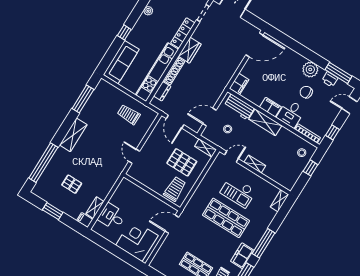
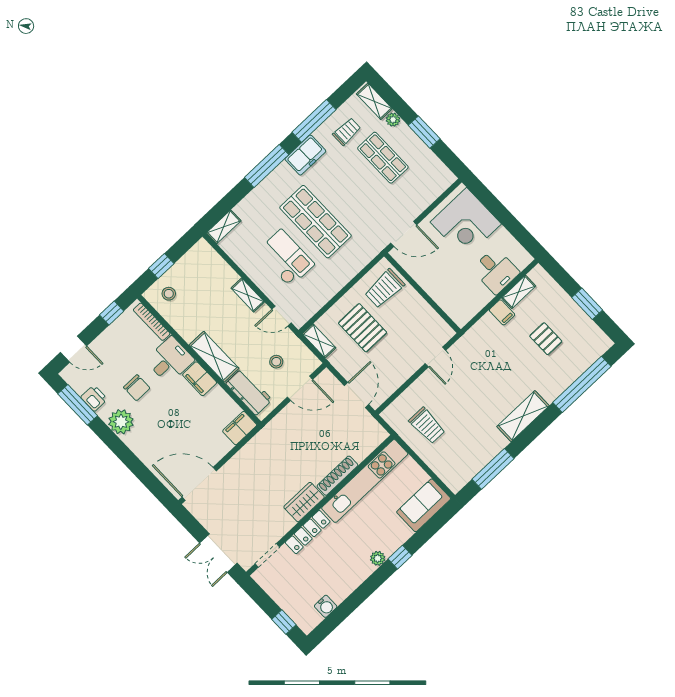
plant: (148, 11) -> (378, 558), moved
sofa: (121, 62) -> (424, 505), width x0.73
dresser: (162, 91) -> (364, 449), removed
filing cabinet: (85, 220) -> (502, 312), moved

